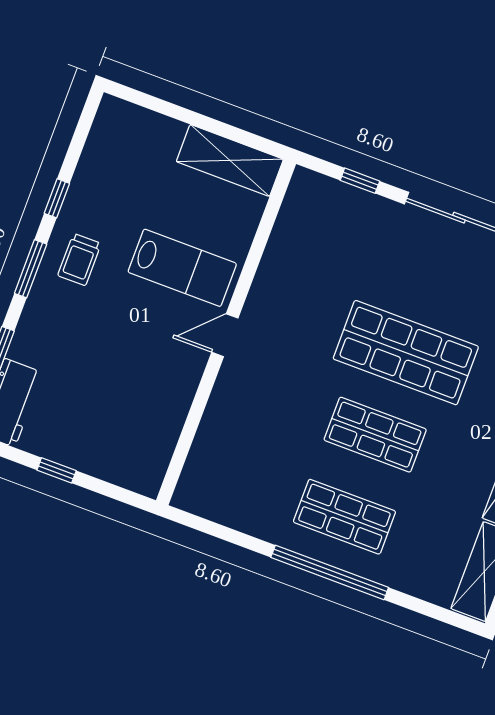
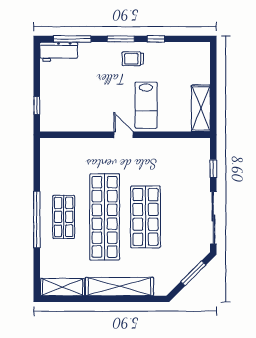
shop shelf: (375, 435) -> (105, 217), width x2.00, depth x1.36
window: (57, 470) -> (37, 106), moved

